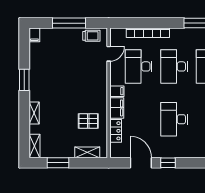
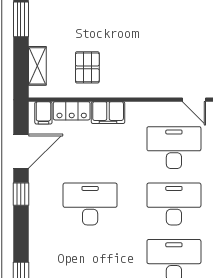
filing cabinet: (117, 91) -> (43, 113), moved

